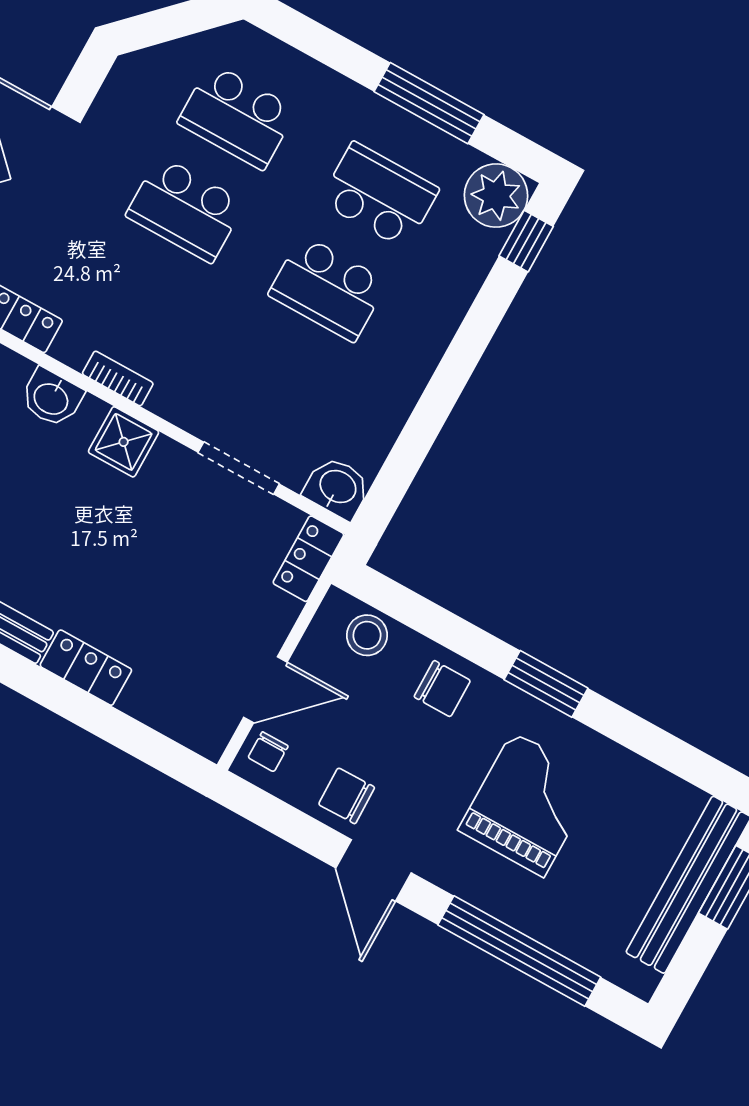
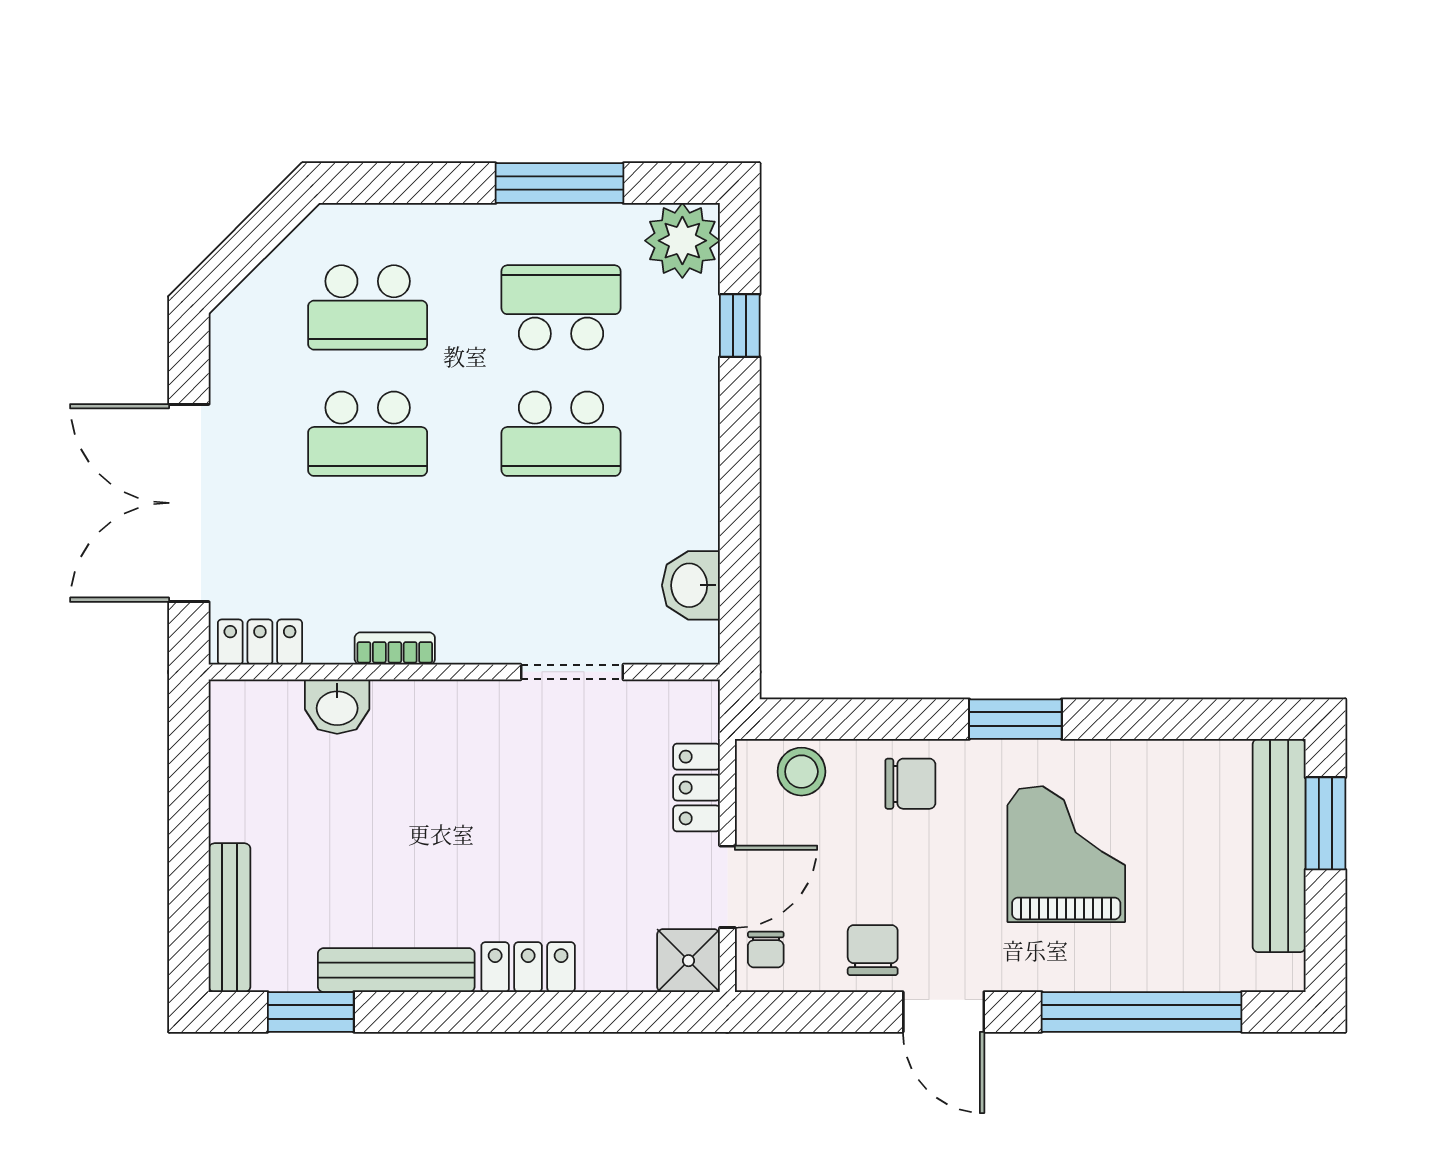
window: (526, 241) -> (740, 326), moved
shower: (124, 442) -> (688, 961), moved
washbasin: (337, 488) -> (691, 585), moved, turned -90
locker: (308, 559) -> (697, 788), moved
chair: (347, 796) -> (873, 950), turned 91

